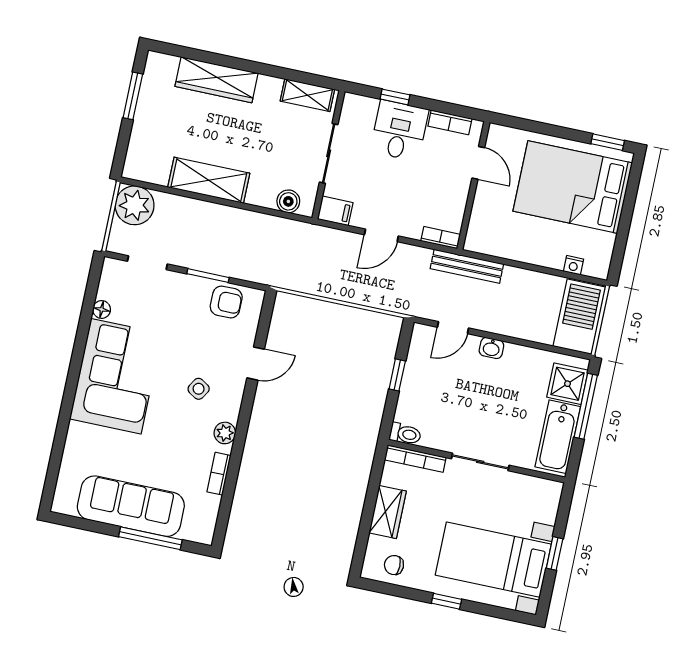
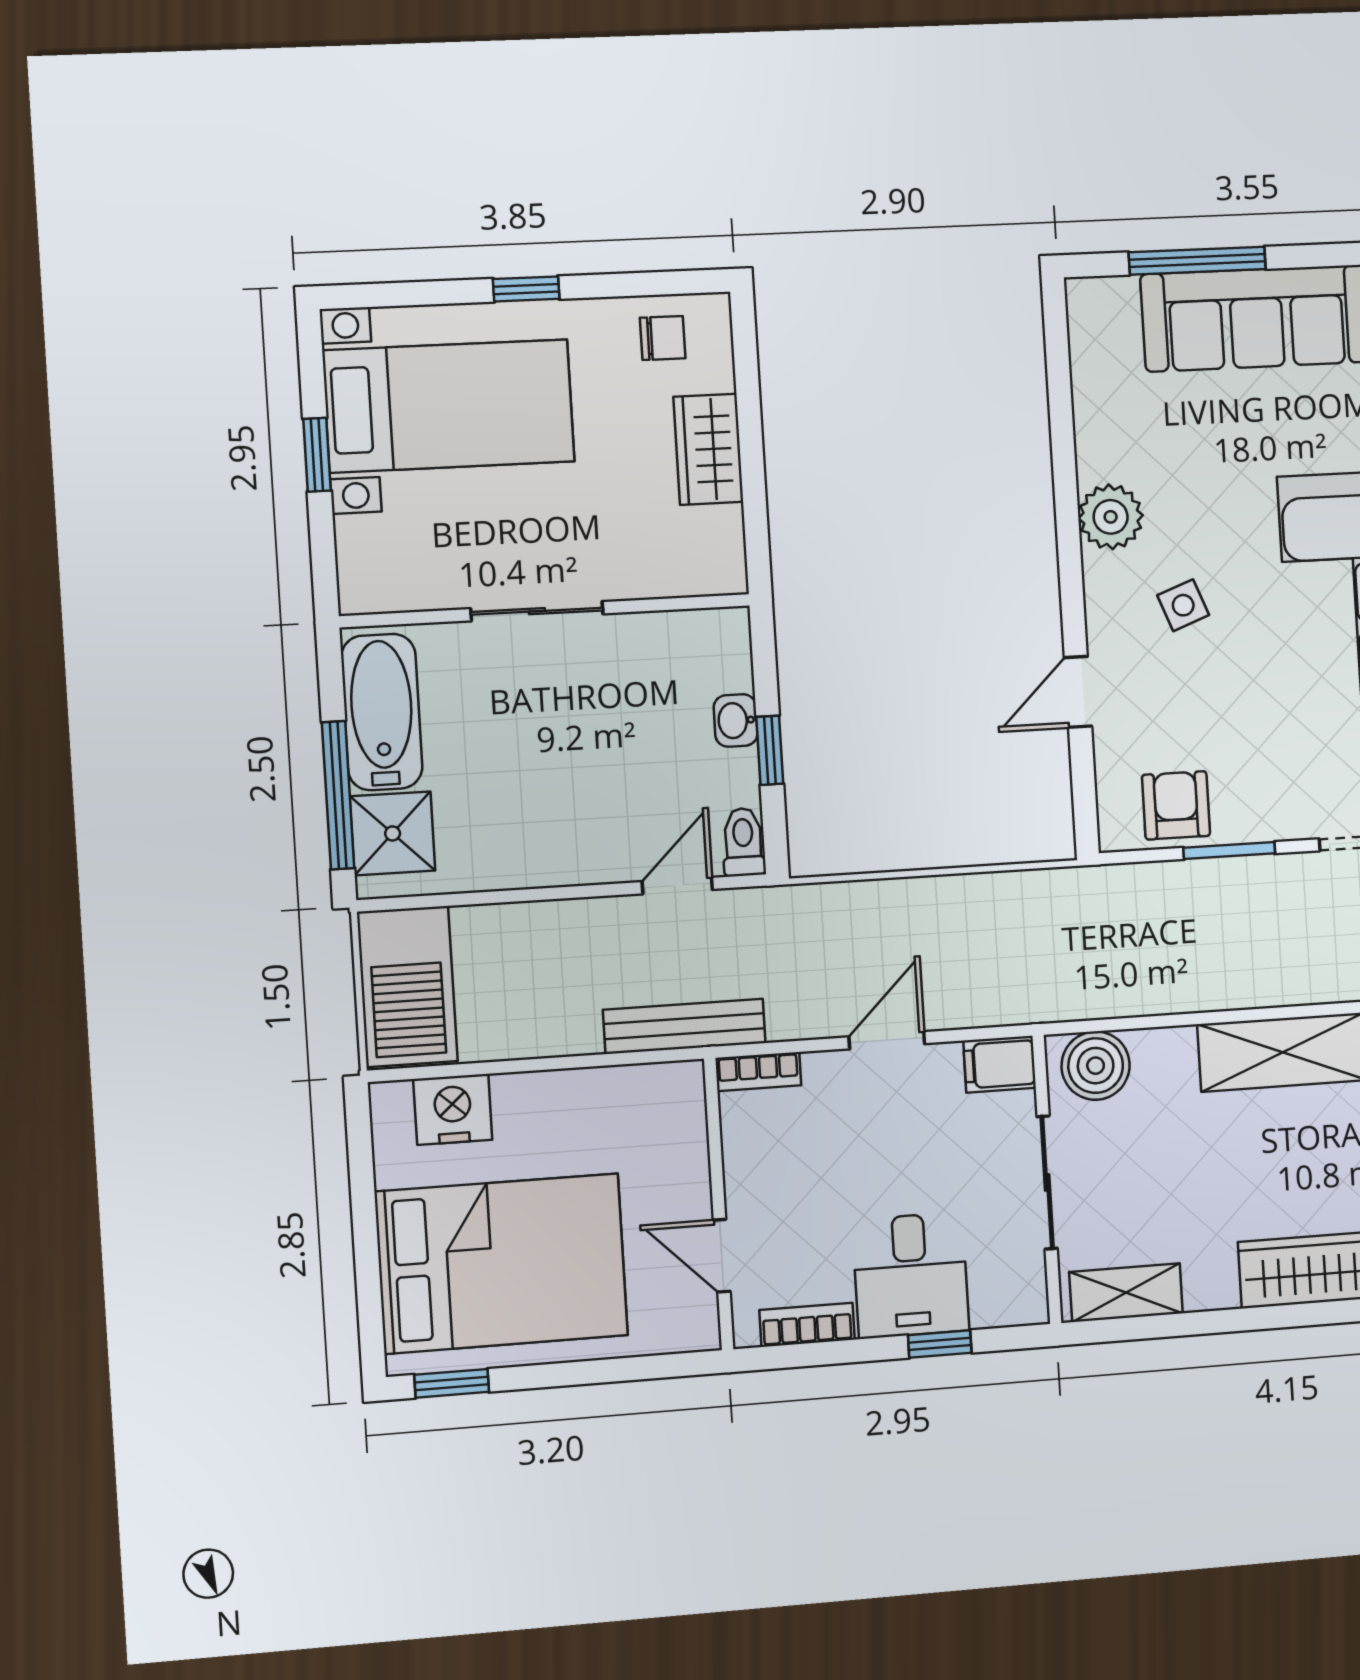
boiler: (288, 201) -> (1096, 1066), width x1.36, depth x1.36
nightstand: (573, 265) -> (453, 1109), width x1.89, depth x1.79
armchair: (226, 302) -> (1176, 805), turned 90
washbasin: (491, 348) -> (736, 720), moved, turned -90
side table: (199, 389) -> (1183, 605), turned 37
plant: (225, 433) -> (1111, 517), width x1.38, depth x1.38
toilet: (405, 434) -> (743, 842), moved, turned 90
bookcase: (415, 459) -> (681, 581), removed
bookcase: (219, 474) -> (1091, 436), removed

